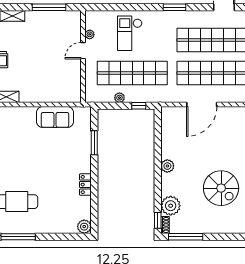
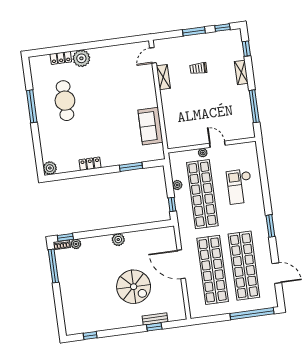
checkout: (130, 33) -> (240, 187), turned -90
plant: (90, 34) -> (203, 153), moved
spiral stairs: (221, 188) -> (134, 287), moved, turned -90
plant: (171, 206) -> (76, 244), width x0.53, depth x0.53

